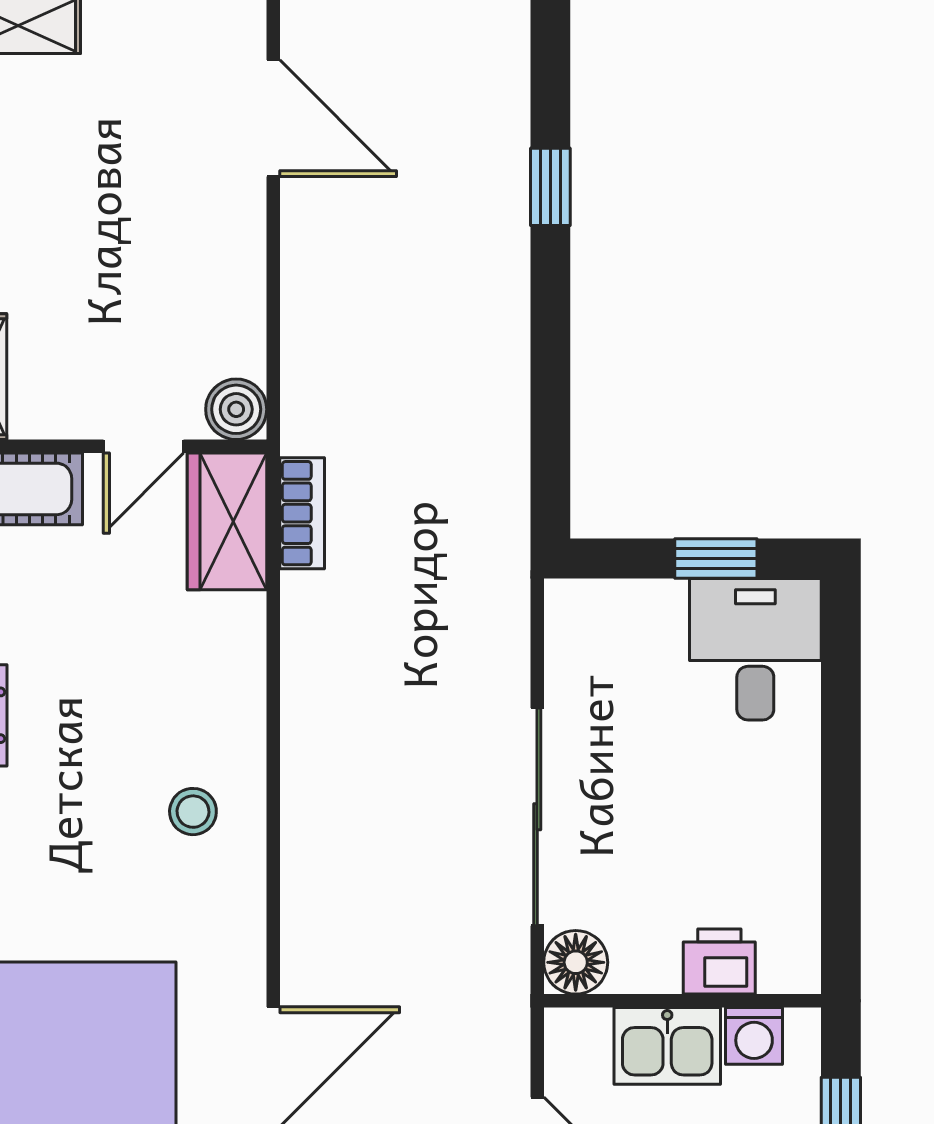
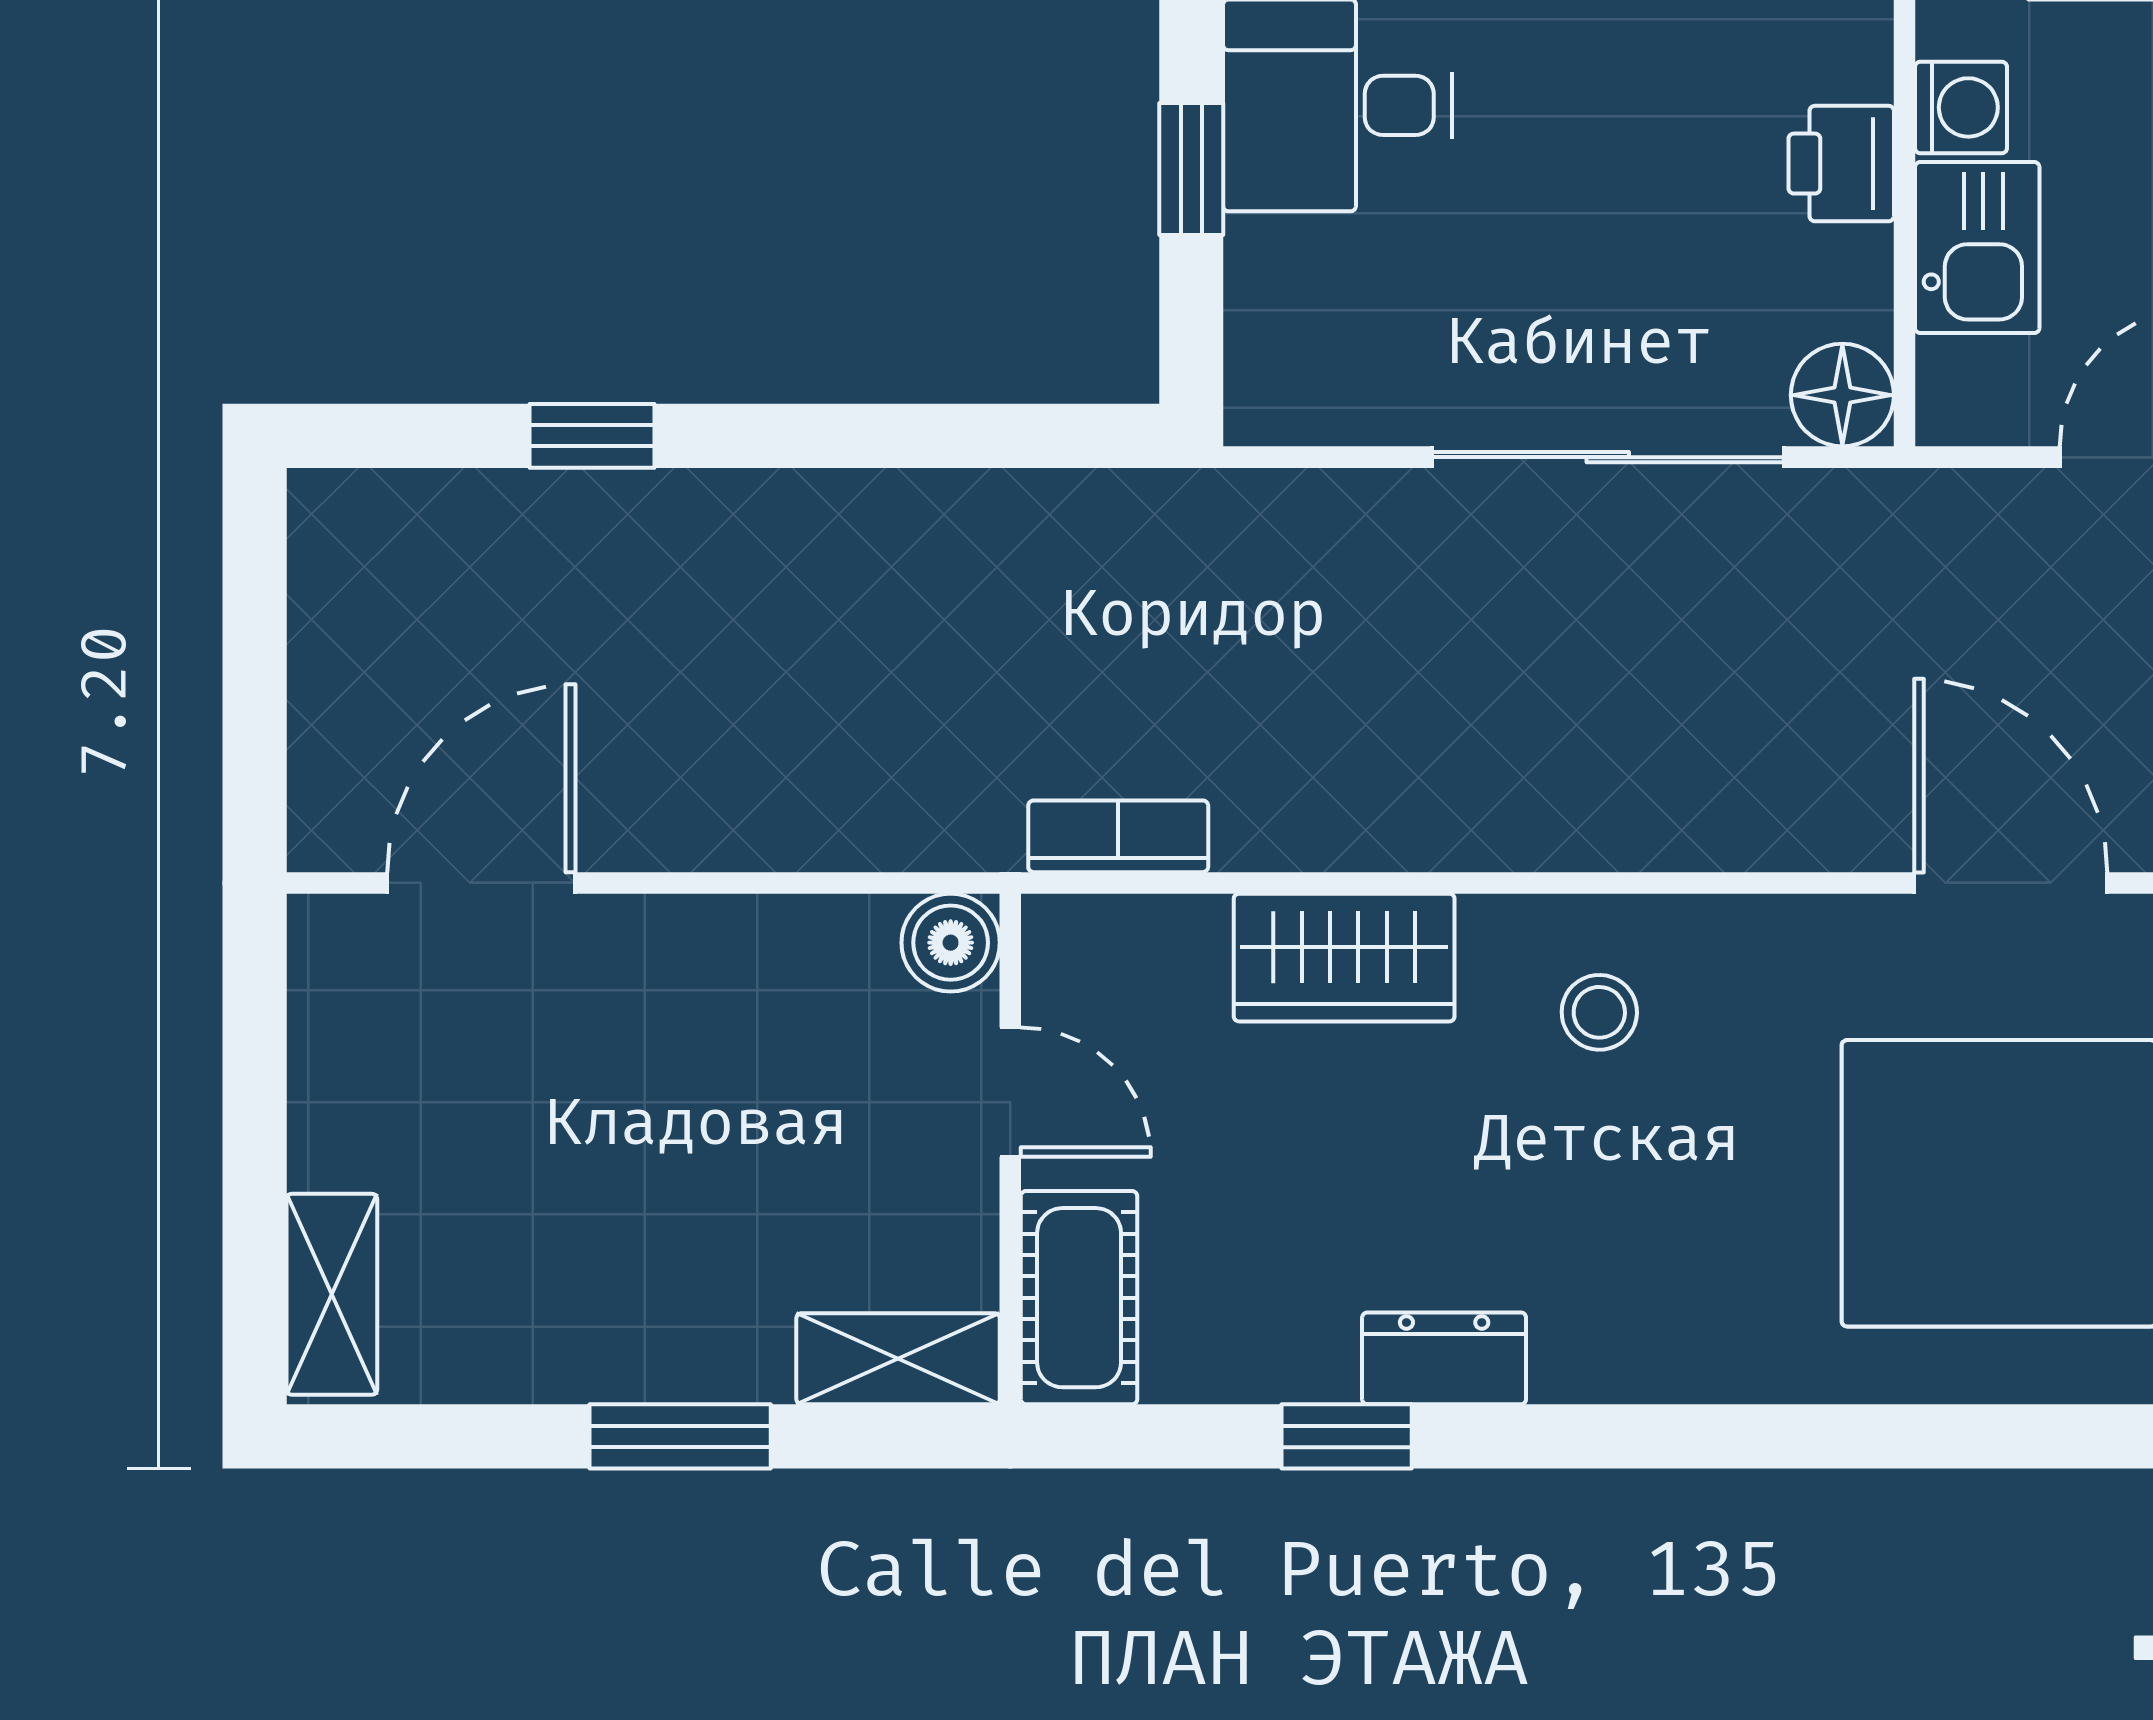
wardrobe: (227, 521) -> (1344, 958), moved

